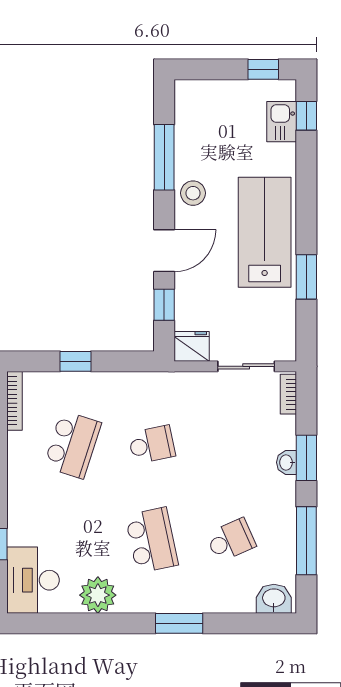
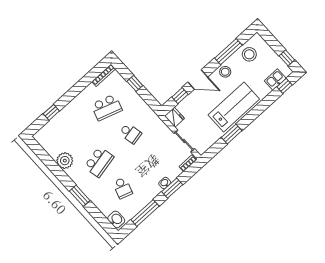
stool: (200, 127) -> (249, 54), added
school desk: (231, 540) -> (123, 188), turned 42
desk: (33, 580) -> (50, 135), removed

